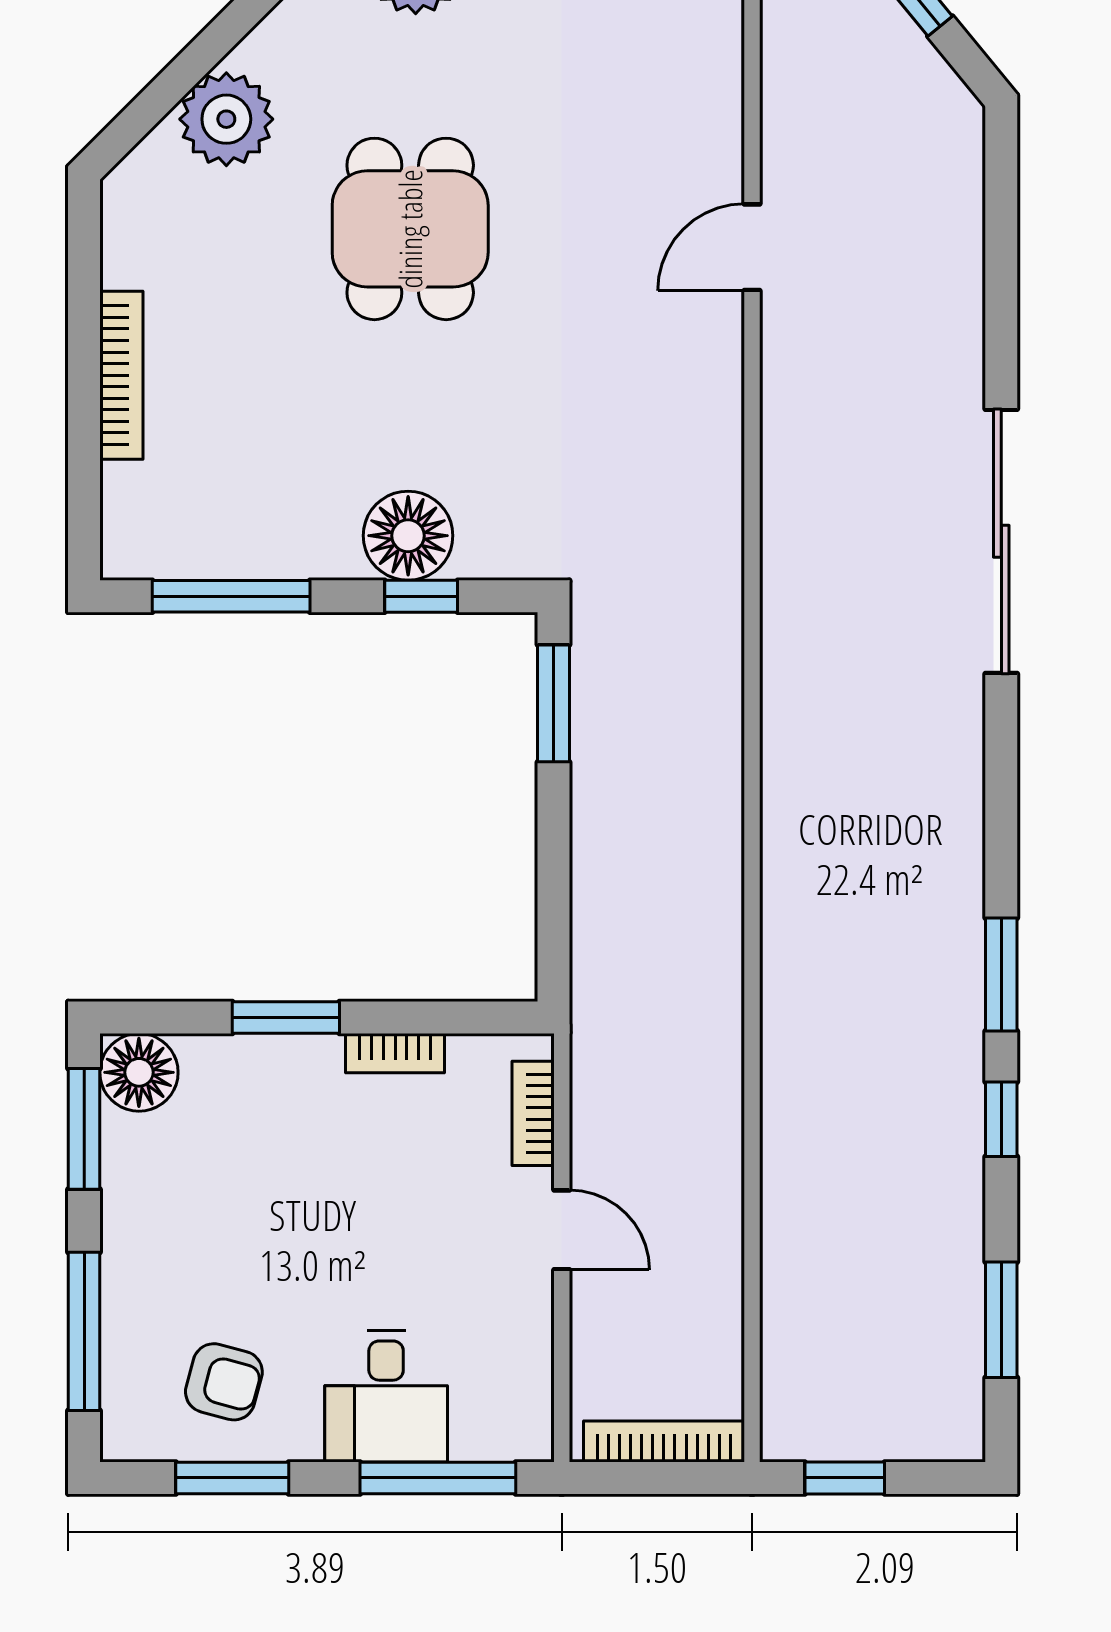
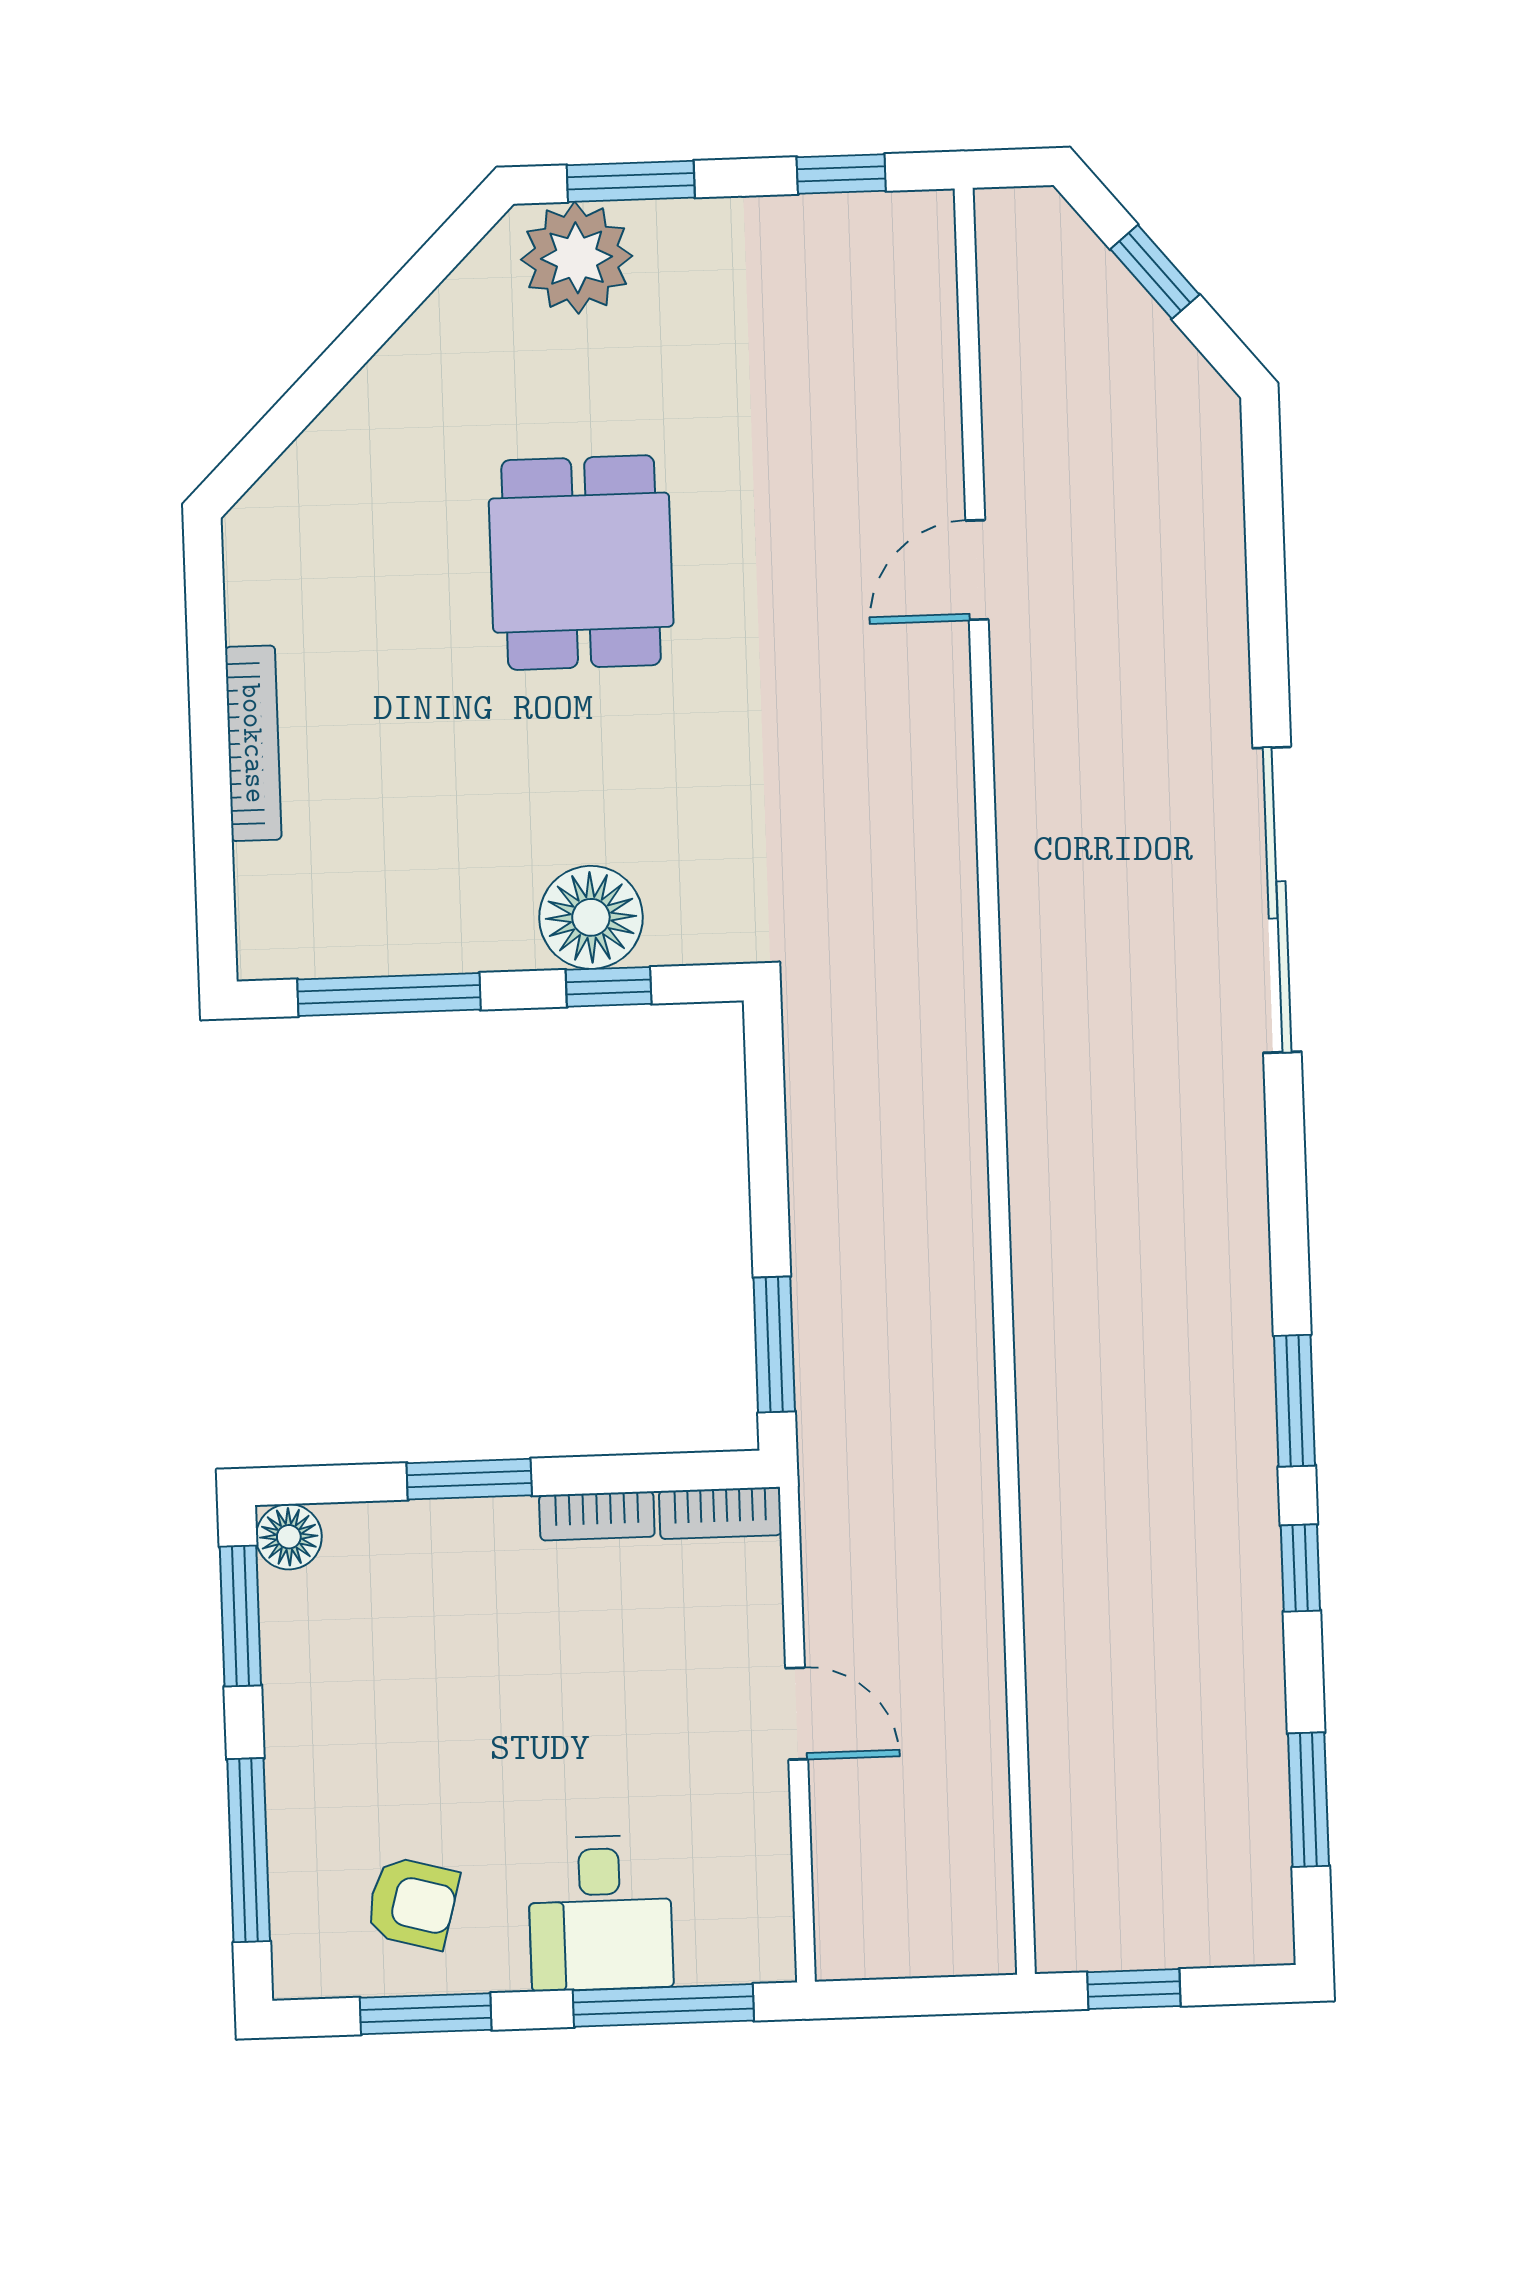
plant: (226, 119) -> (364, 443), removed
window: (553, 703) -> (774, 1344), moved
floor lamp: (139, 1072) -> (289, 1537), width x0.73, depth x0.73
bookcase: (533, 1113) -> (720, 1513), moved, turned -90
bookcase: (664, 1442) -> (923, 1954), removed

